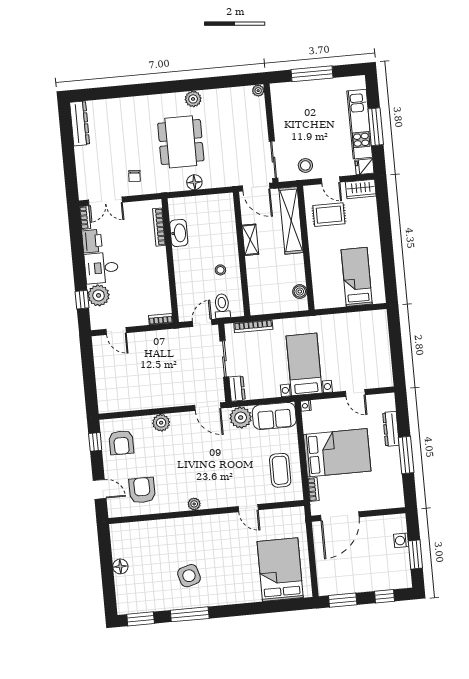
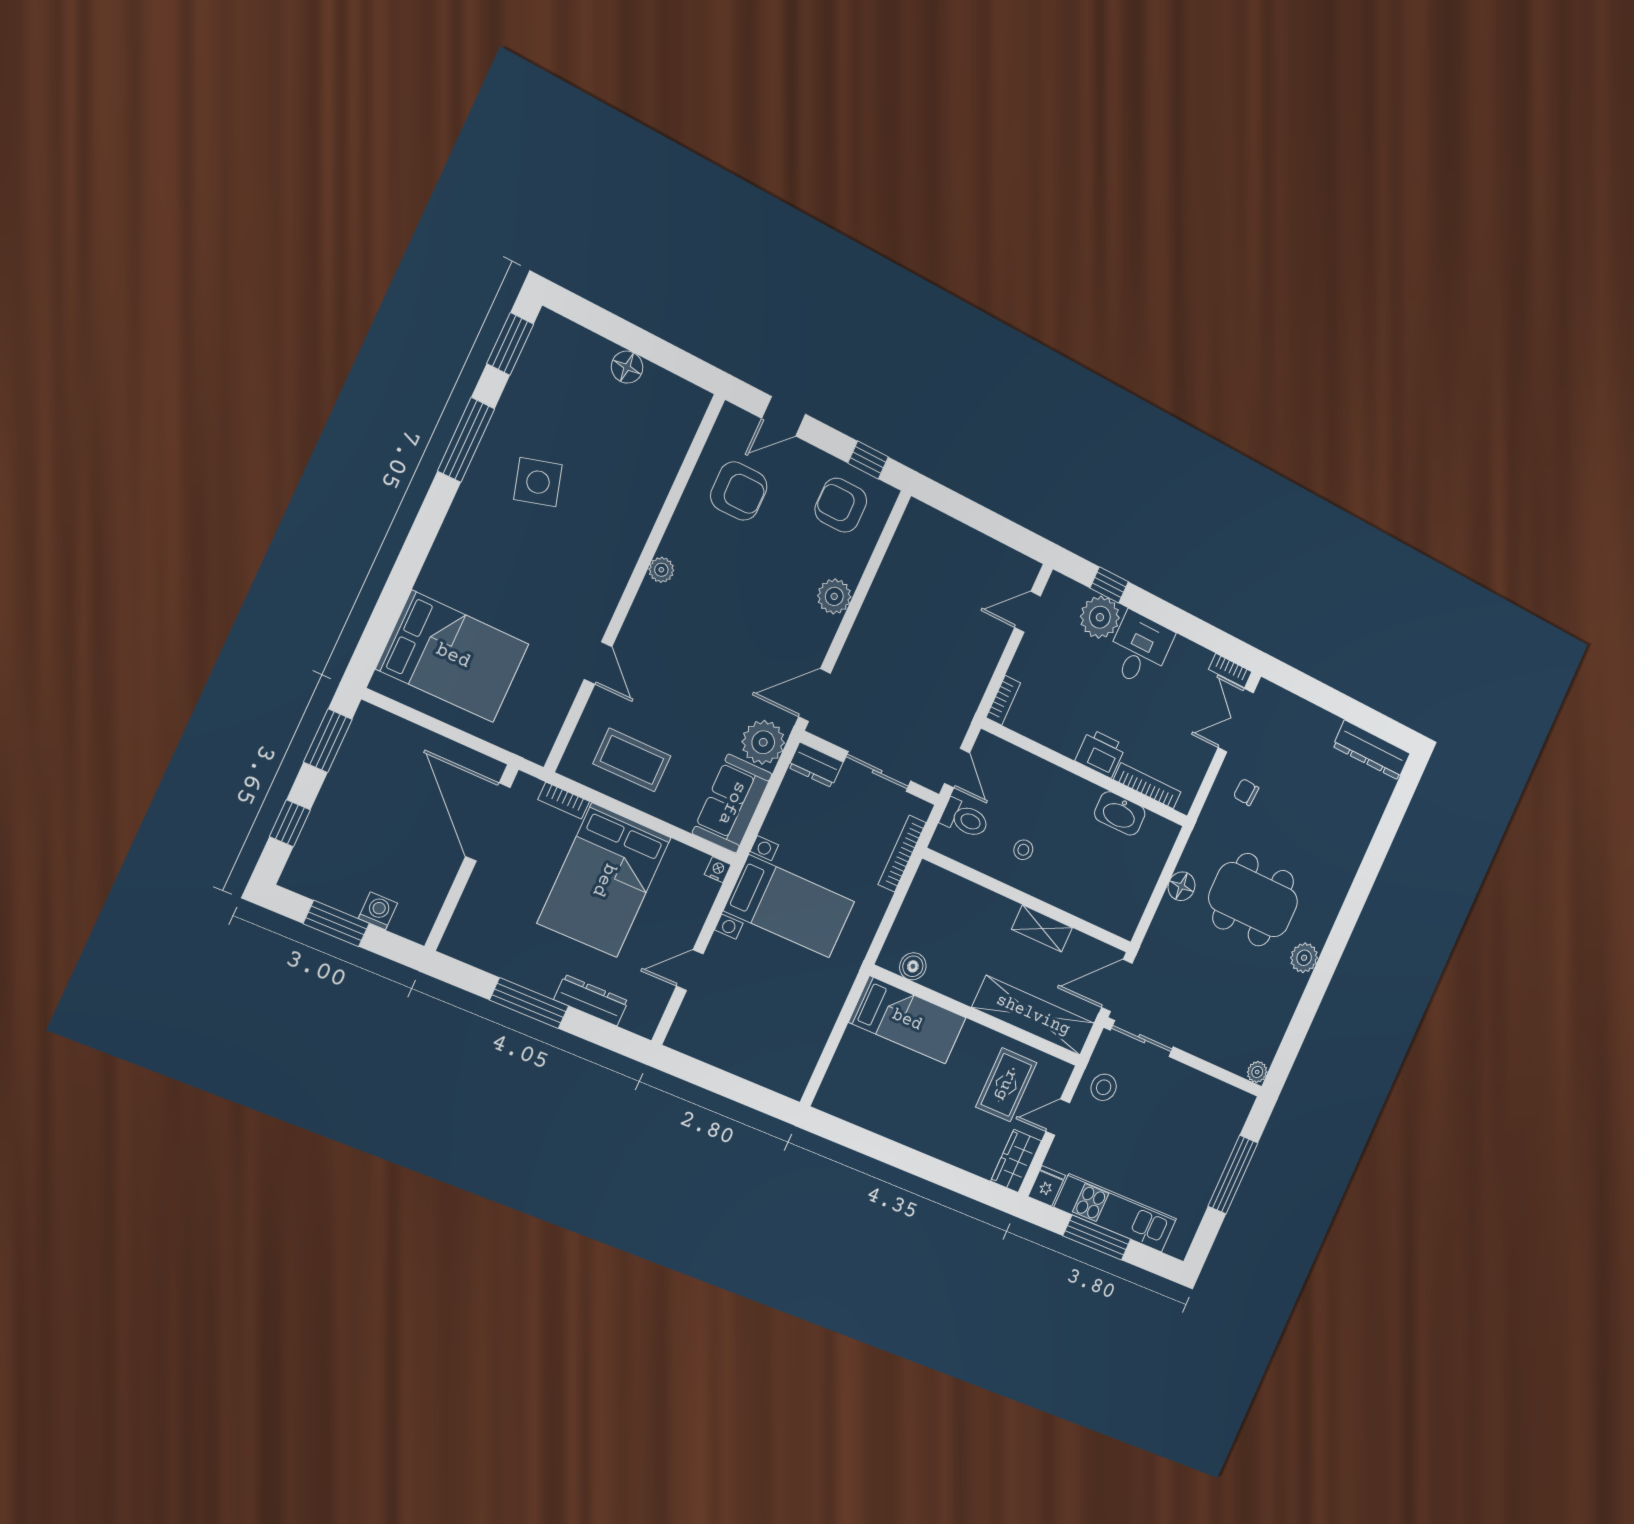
printer: (92, 241) -> (1100, 753), moved, turned 180
bed: (357, 277) -> (907, 1020), moved
door: (248, 508) -> (598, 663), swing flipped

